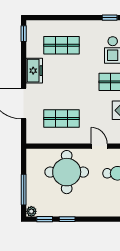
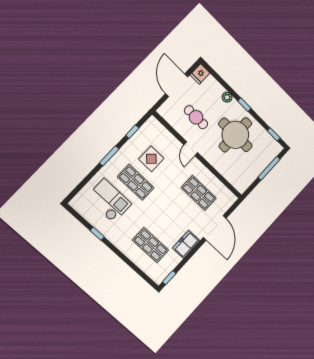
round table: (67, 172) -> (235, 135), moved
plant: (31, 211) -> (227, 97), moved
window: (67, 219) -> (244, 105), moved

